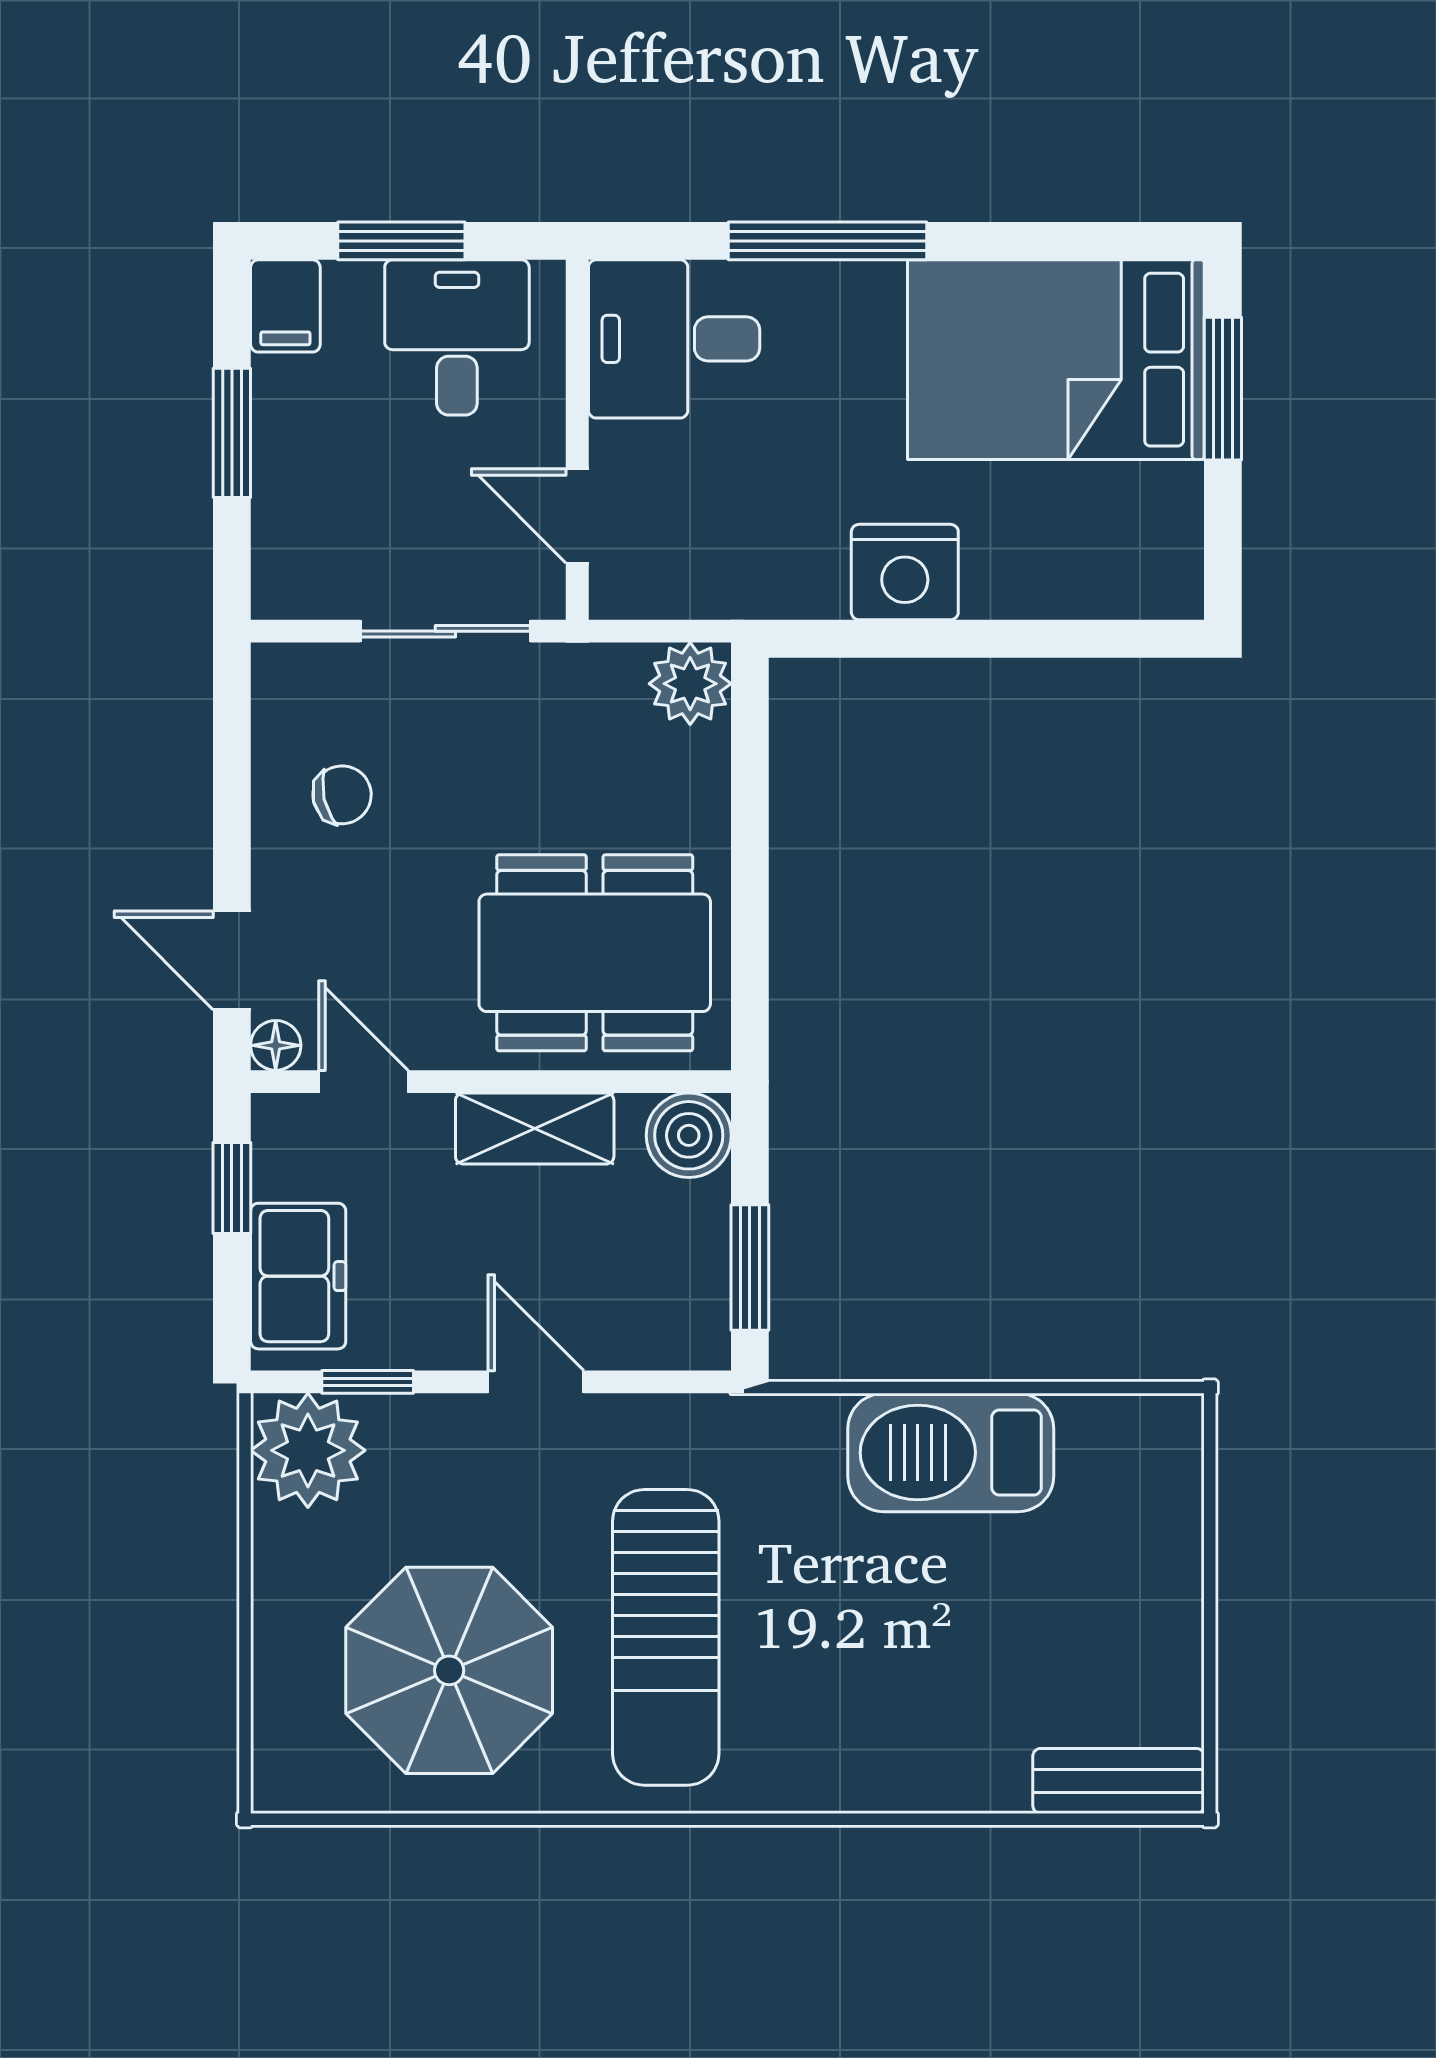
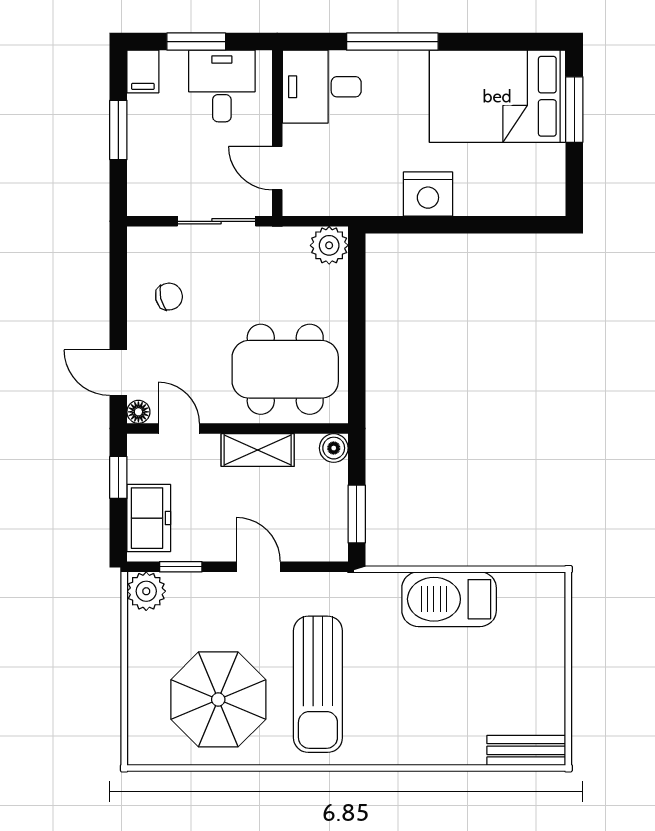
boiler: (689, 1135) -> (334, 448), width x0.73, depth x0.73
plant: (308, 1450) -> (146, 591), width x0.73, depth x0.73

